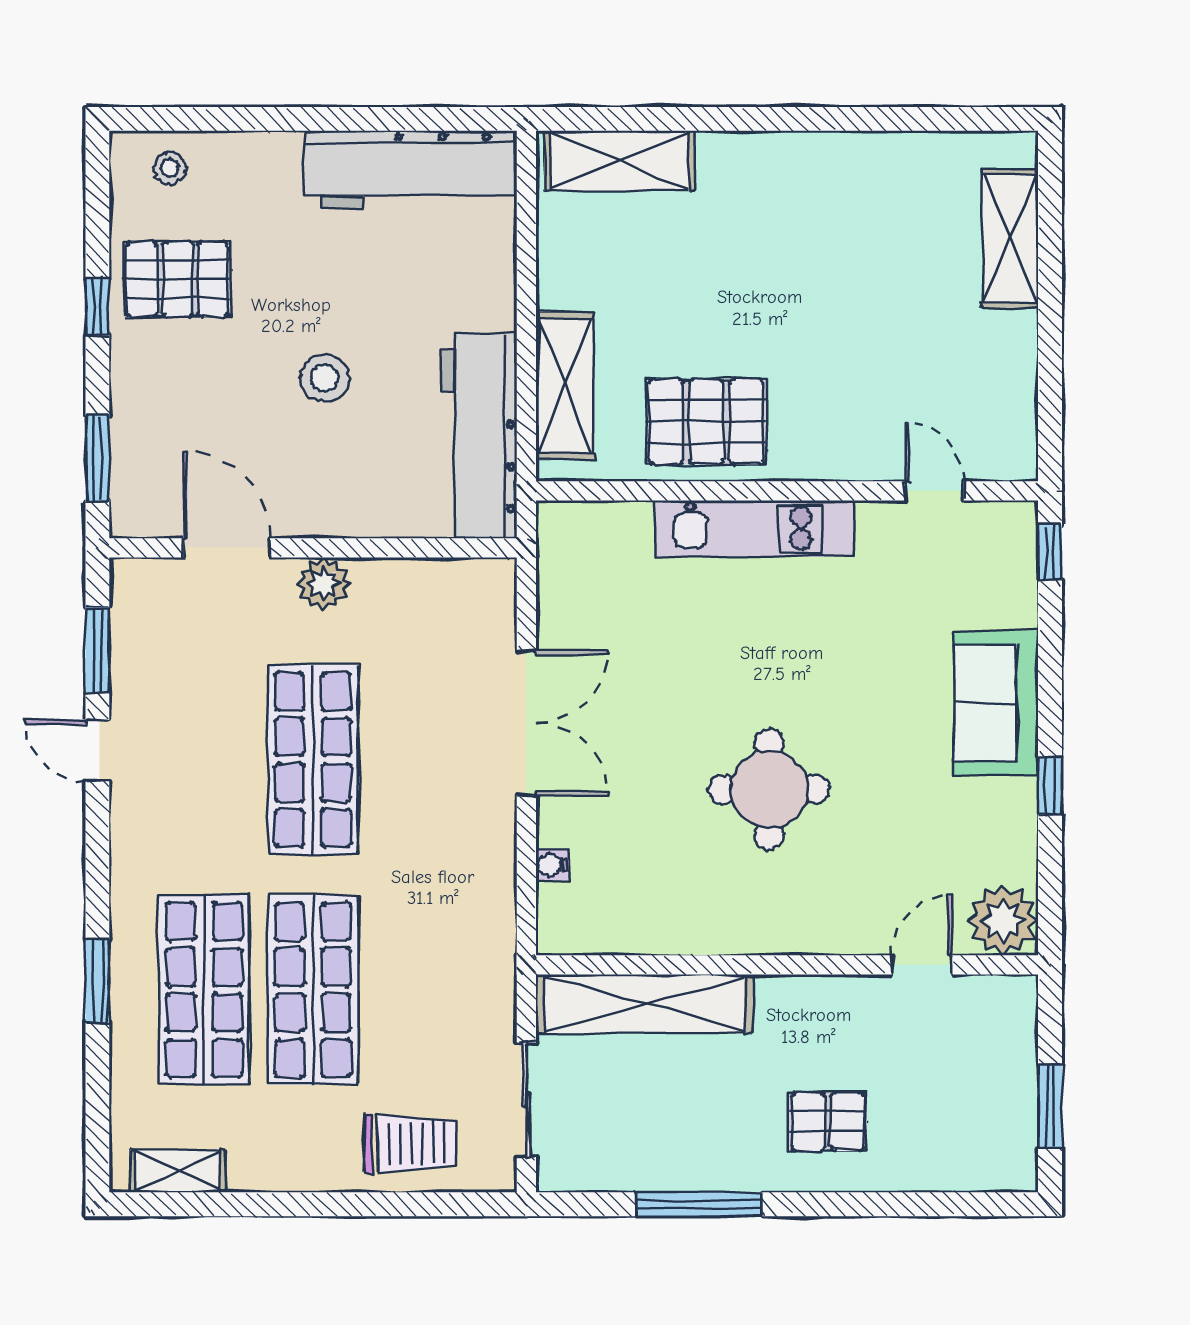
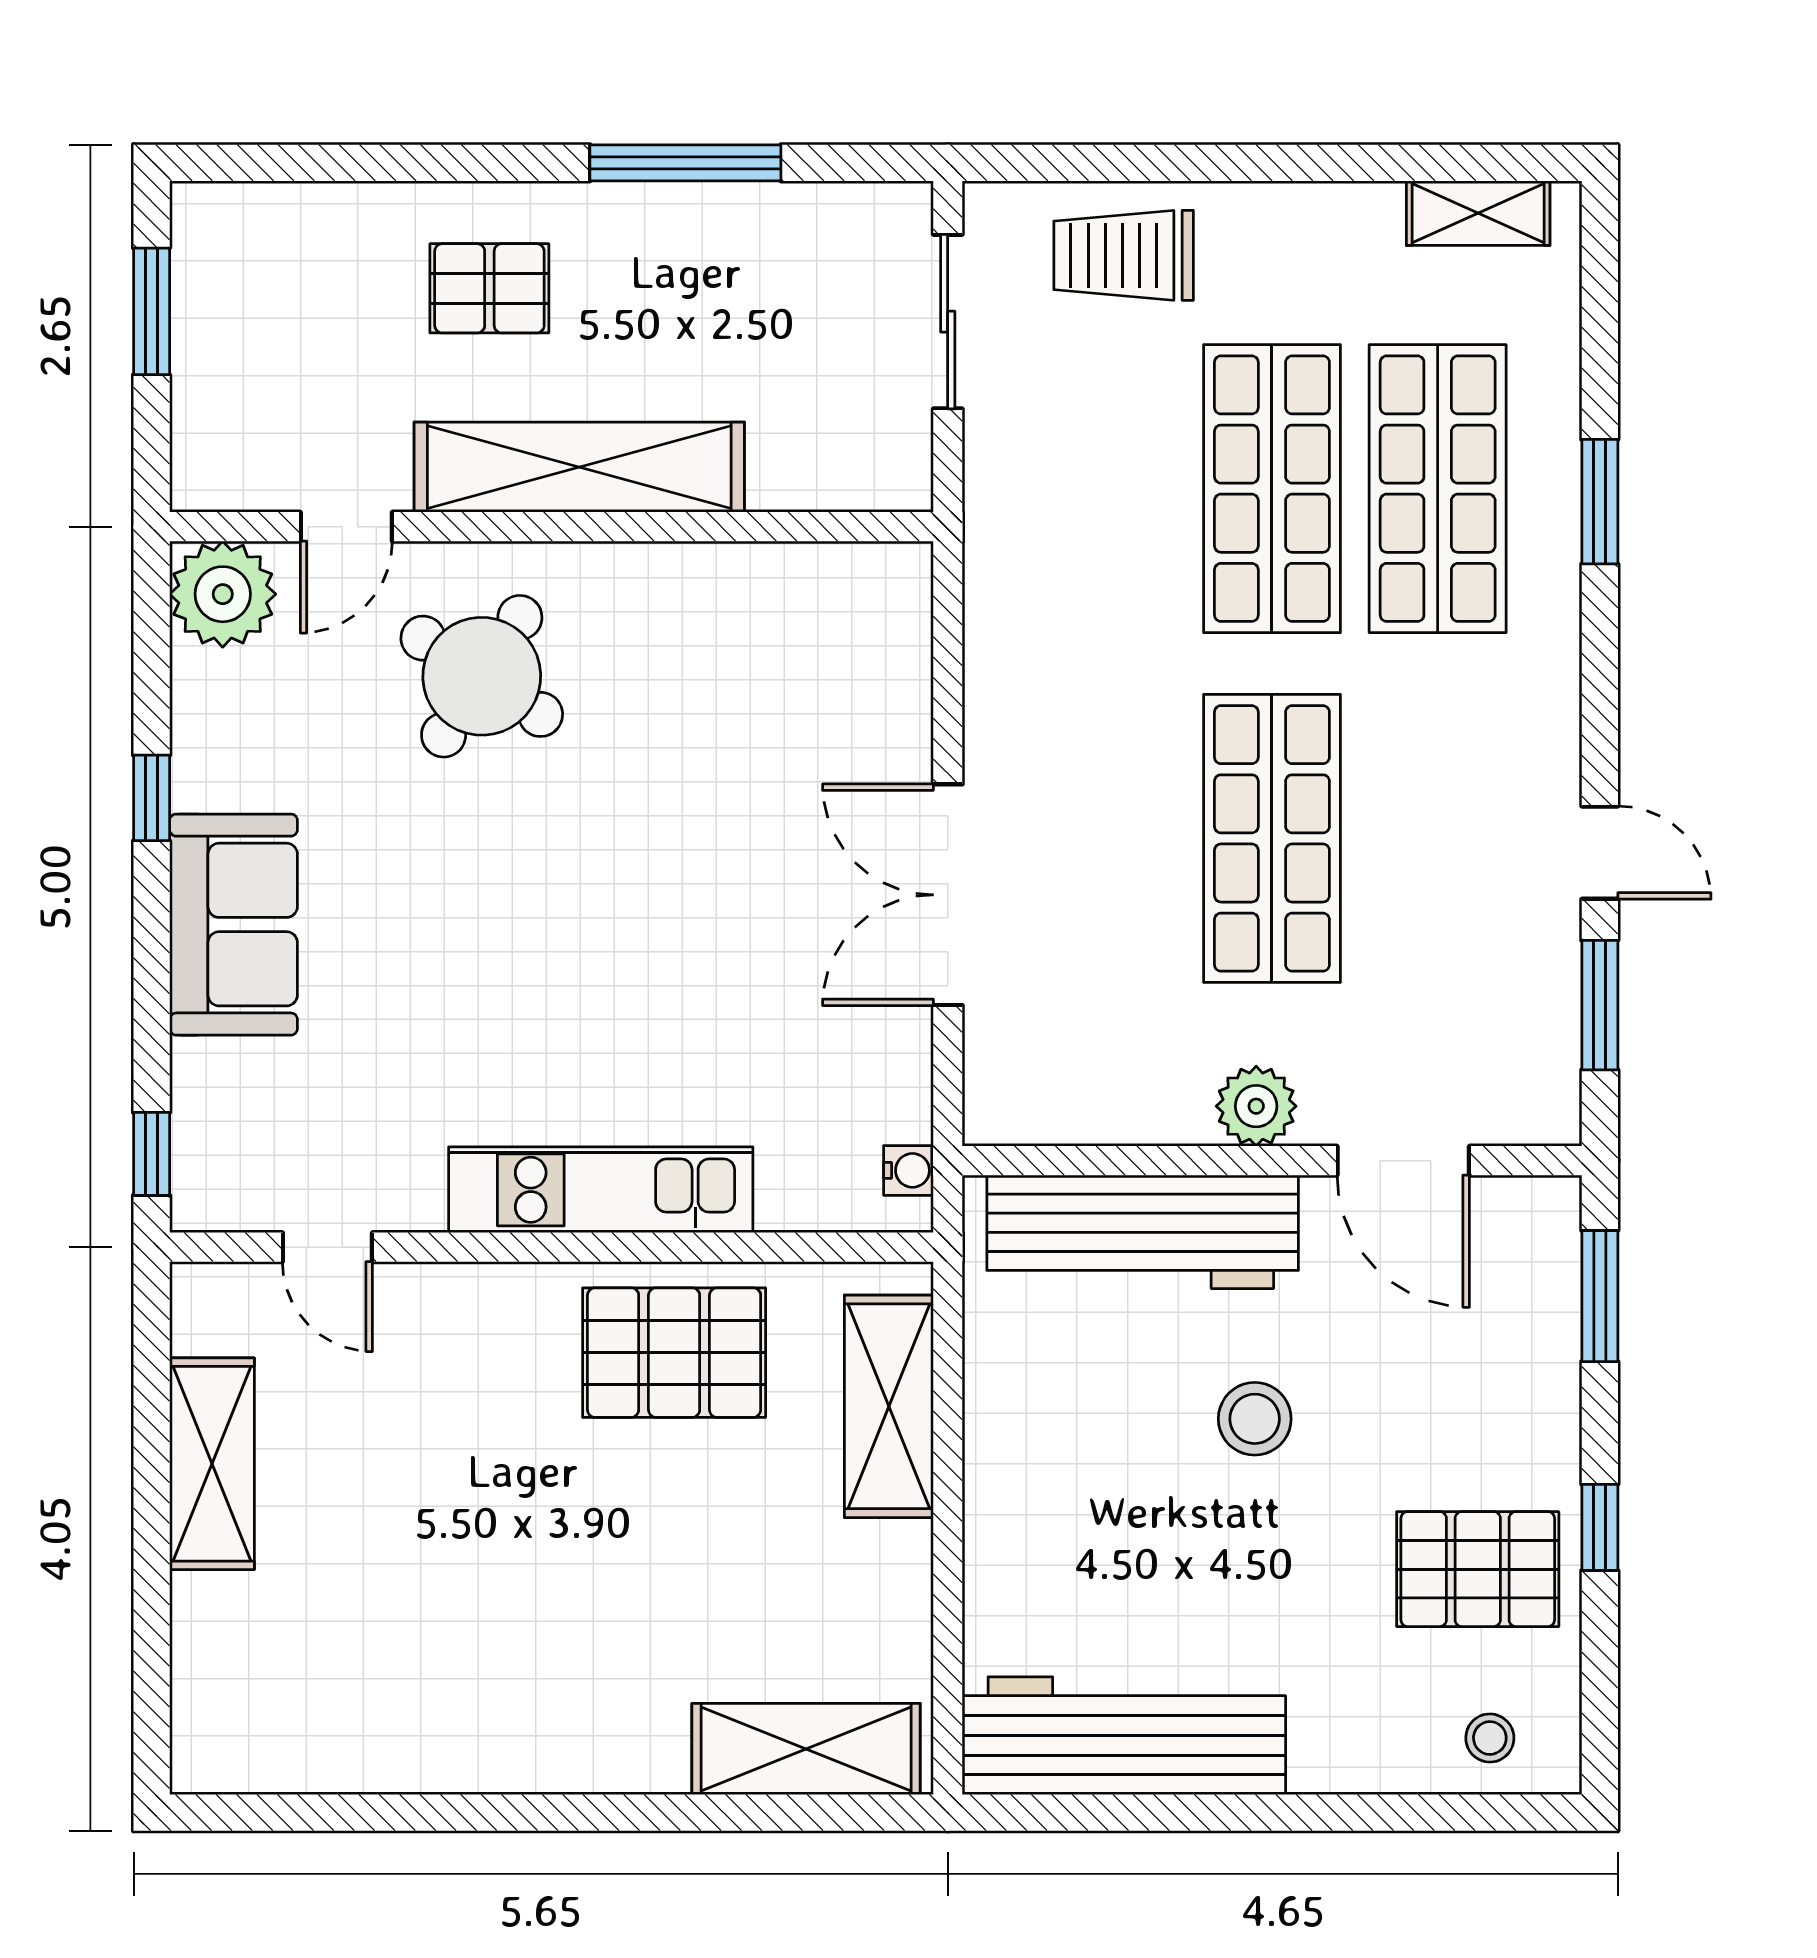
shelving: (1010, 238) -> (212, 1464), moved
workbench: (479, 436) -> (1143, 1232), moved, turned 90
round table: (769, 789) -> (482, 676), moved, turned 33
water cooler: (552, 865) -> (908, 1170), moved
shelving: (644, 1004) -> (579, 467), moved

